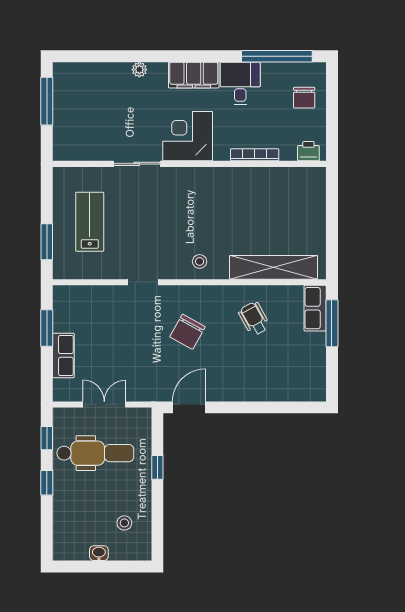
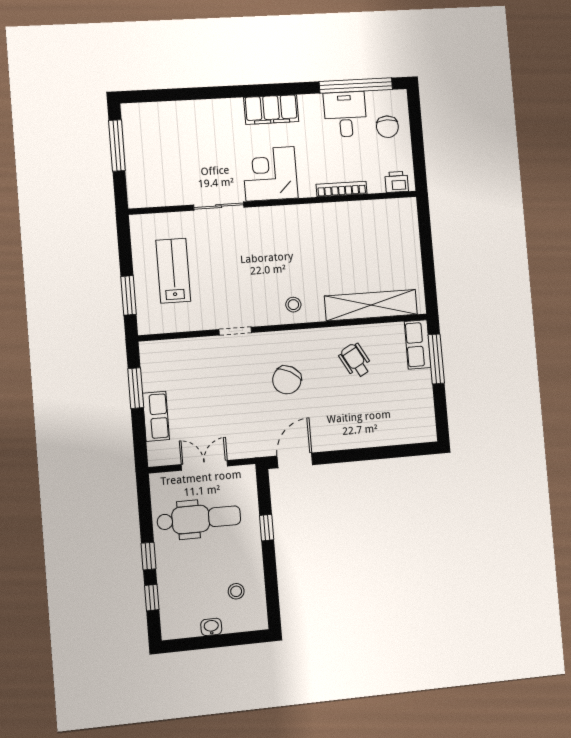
plant: (139, 70) -> (213, 107), removed
desk: (240, 83) -> (345, 114), moved
window: (47, 438) -> (152, 598), moved

